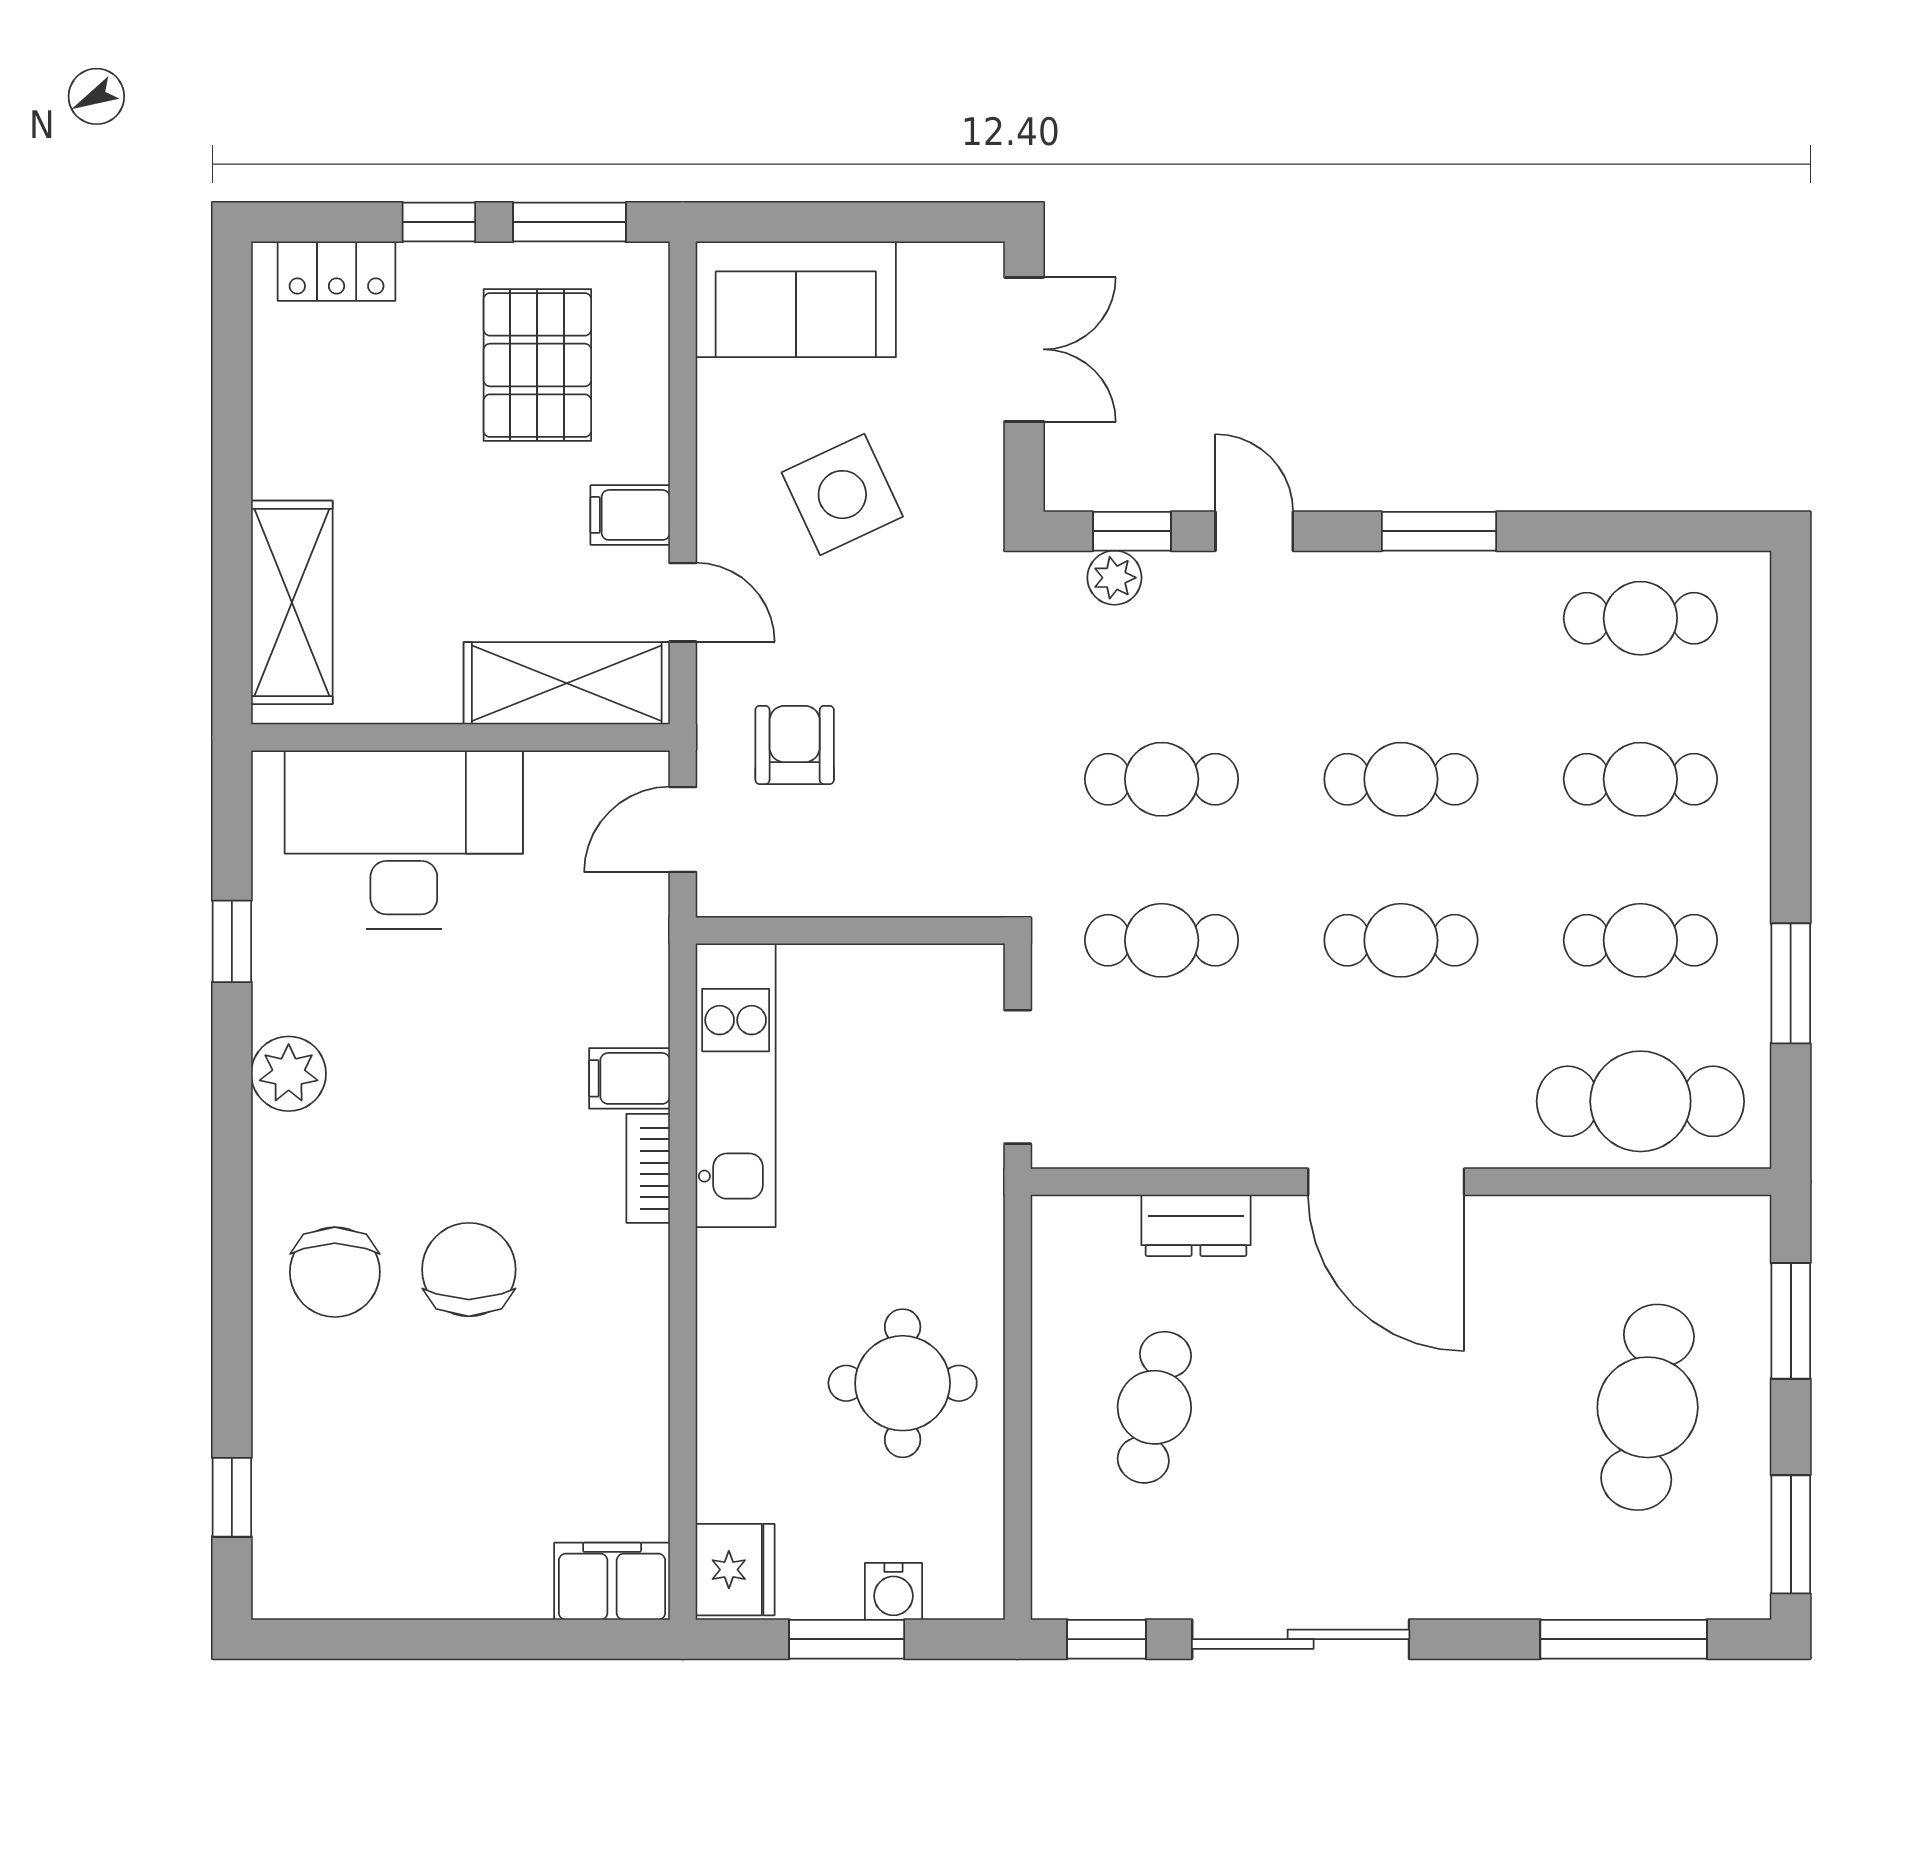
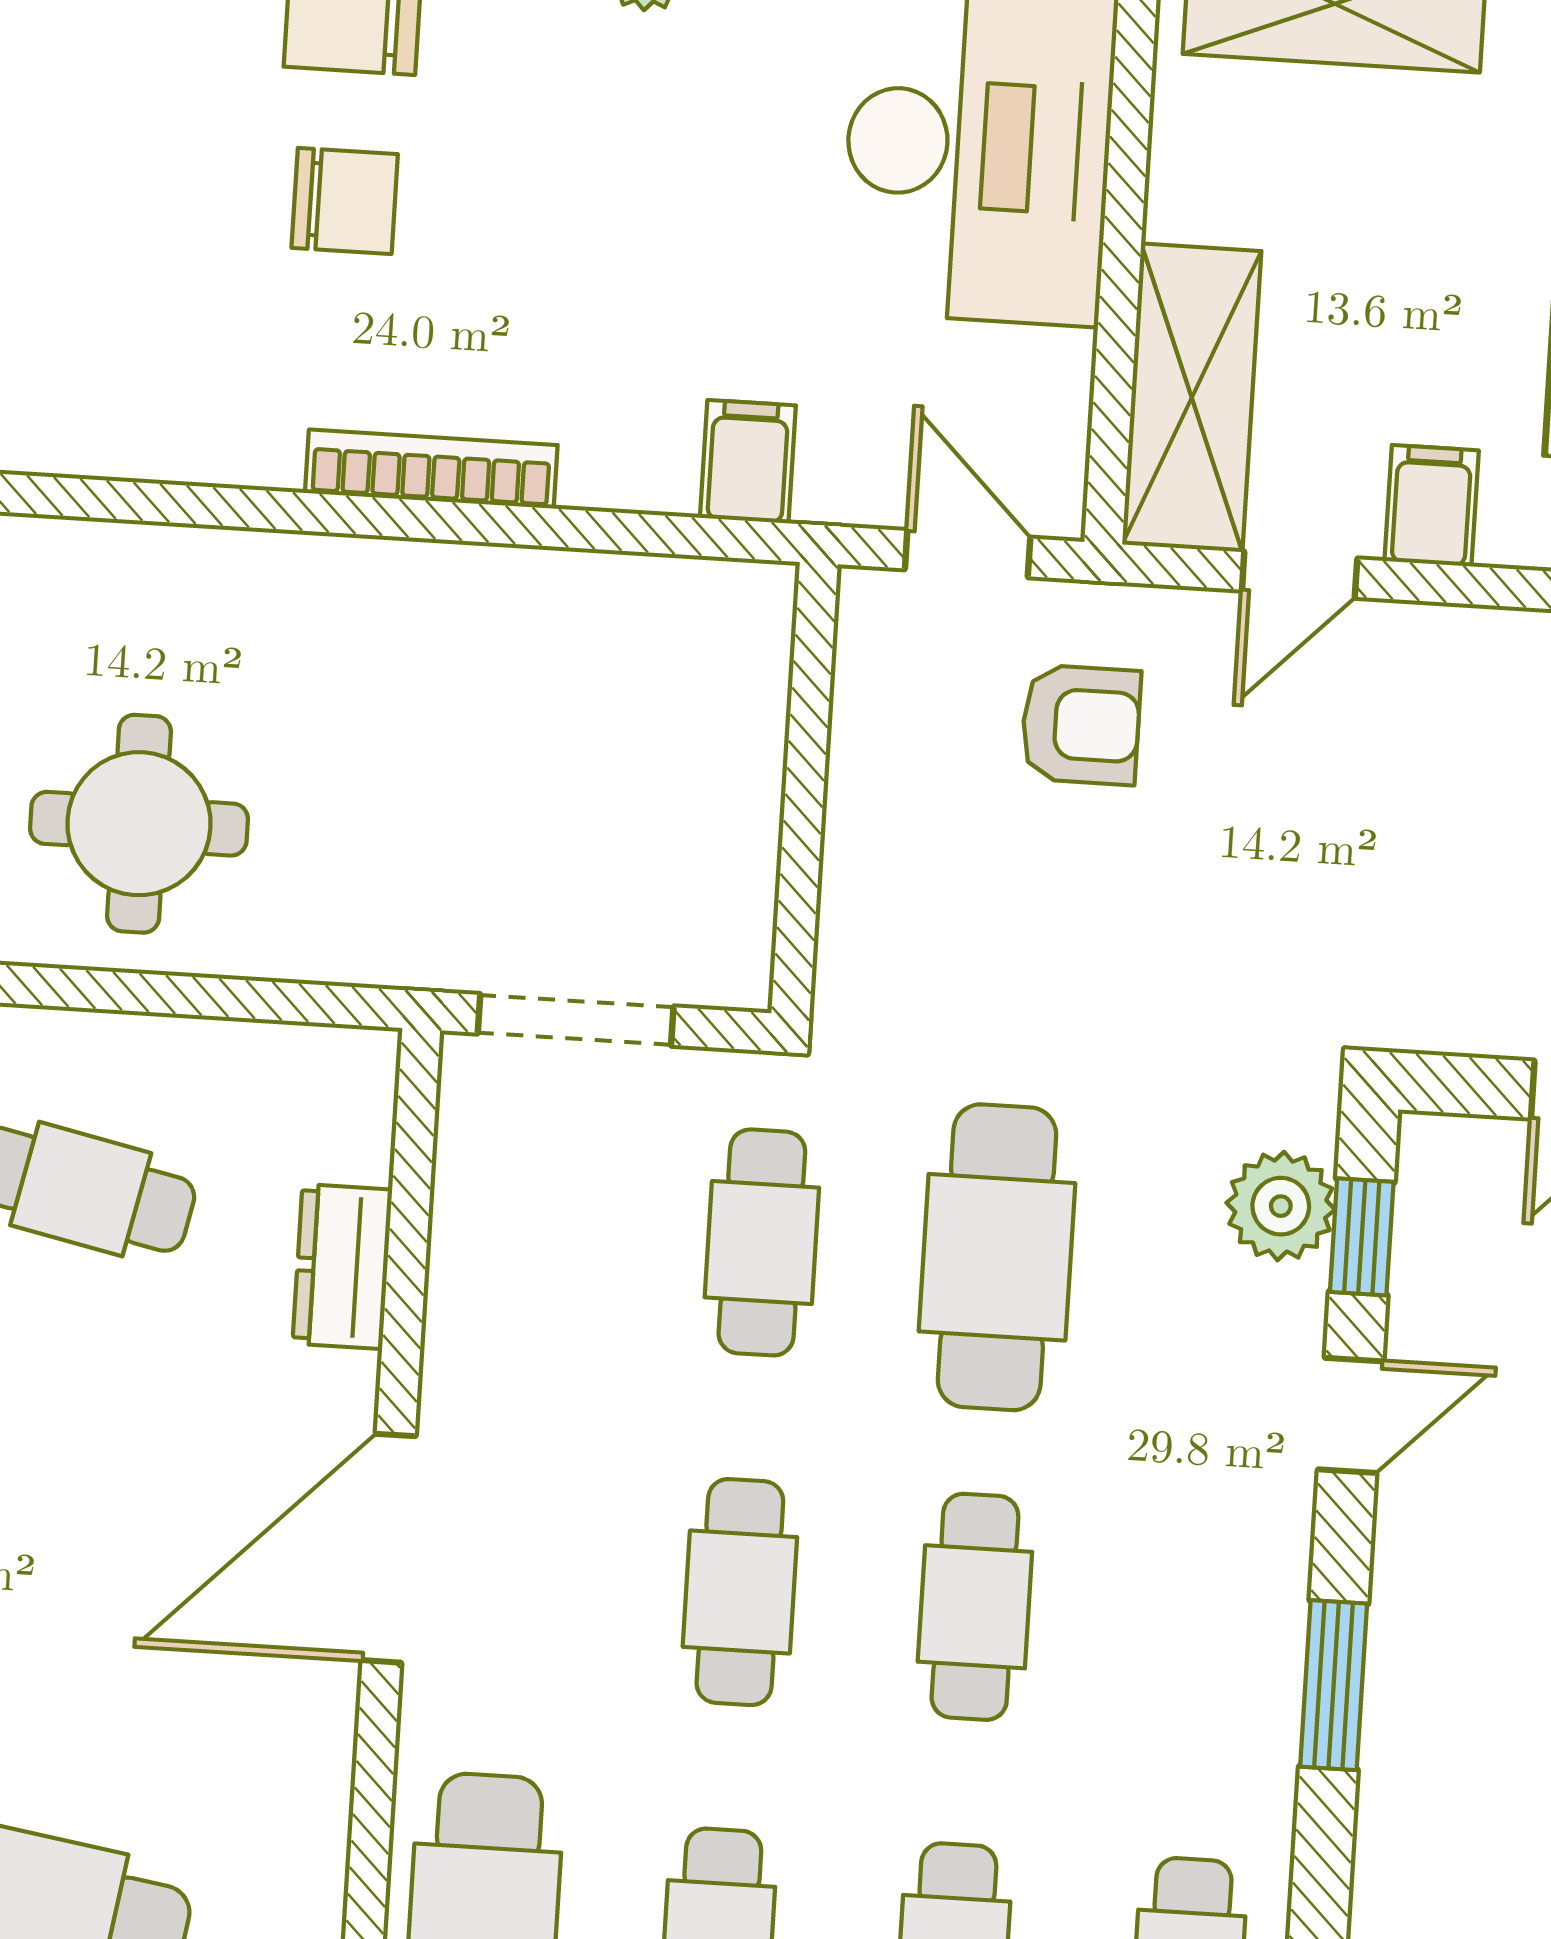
side table: (842, 495) -> (1442, 817), removed
plant: (1114, 578) -> (1281, 1206), width x1.38, depth x1.38
cafe table: (1162, 779) -> (997, 1257), width x1.37, depth x1.35
filing cabinet: (629, 1078) -> (748, 462), moved
kitchen unit: (736, 1085) -> (589, 607), removed
bookcase: (648, 1168) -> (431, 469), width x1.56
chair: (469, 1270) -> (345, 201), width x0.73, depth x0.73

